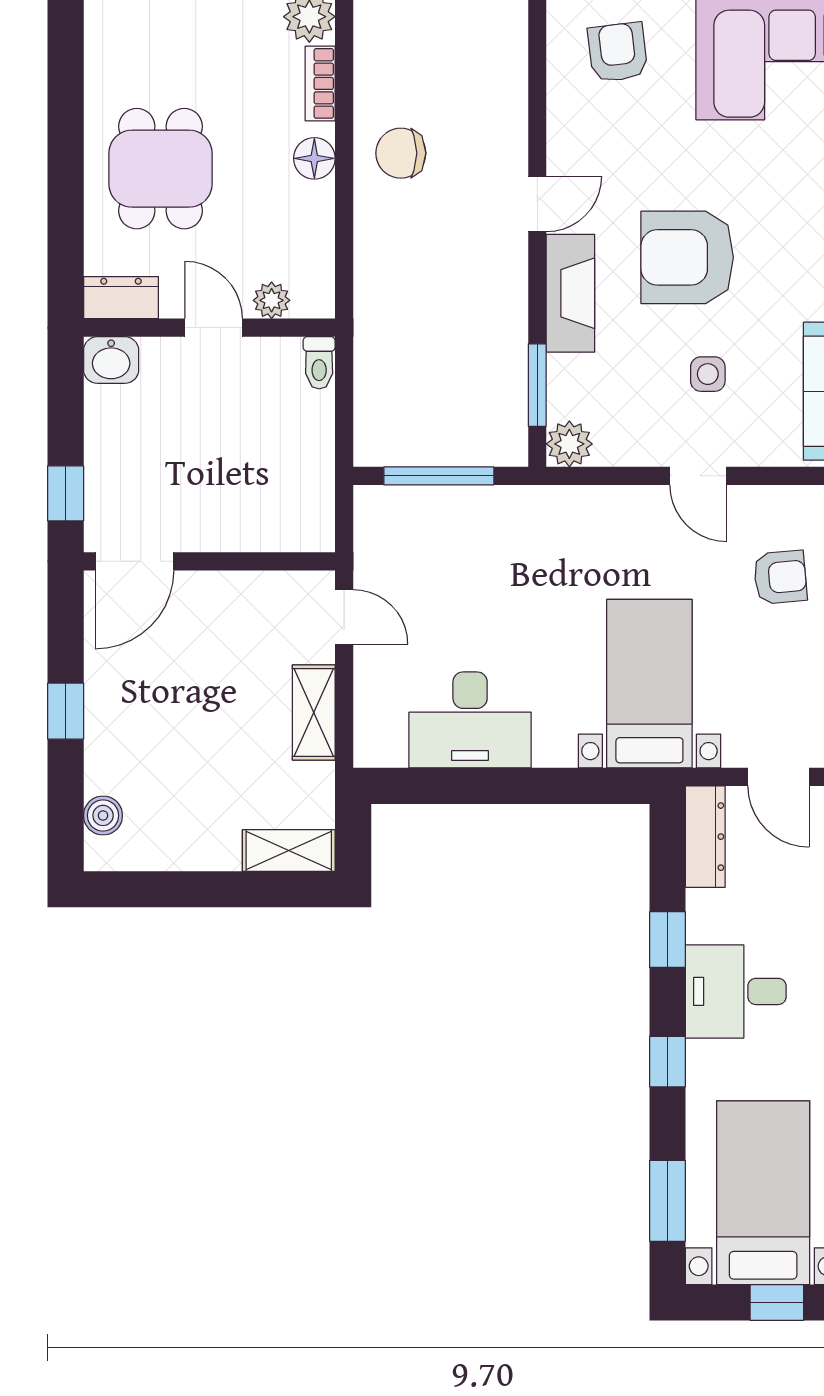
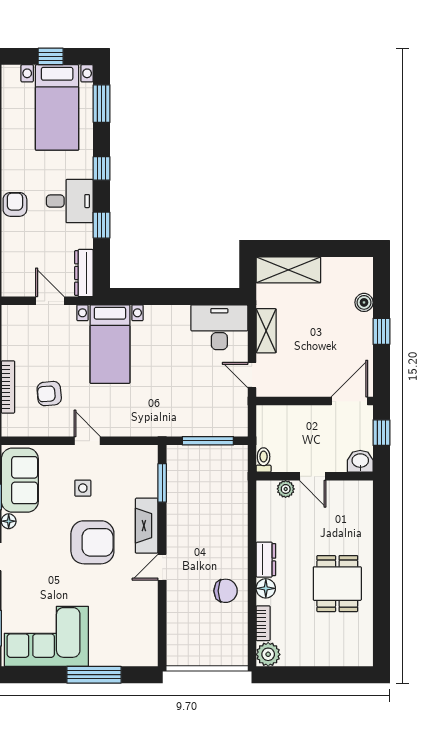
armchair: (618, 52) -> (125, 638), removed
dresser: (121, 298) -> (266, 560), moved, turned -90
plant: (272, 300) -> (286, 489), moved
wall: (209, 328) -> (315, 476), moved
door: (214, 328) -> (313, 476), moved
washbasin: (111, 360) -> (360, 461), moved
toilet: (319, 363) -> (264, 460), moved
plant: (569, 444) -> (147, 456), removed
desk: (470, 720) -> (219, 327), moved
boiler: (103, 815) -> (364, 302), moved
shelving: (289, 850) -> (288, 270), width x1.50, depth x1.33

